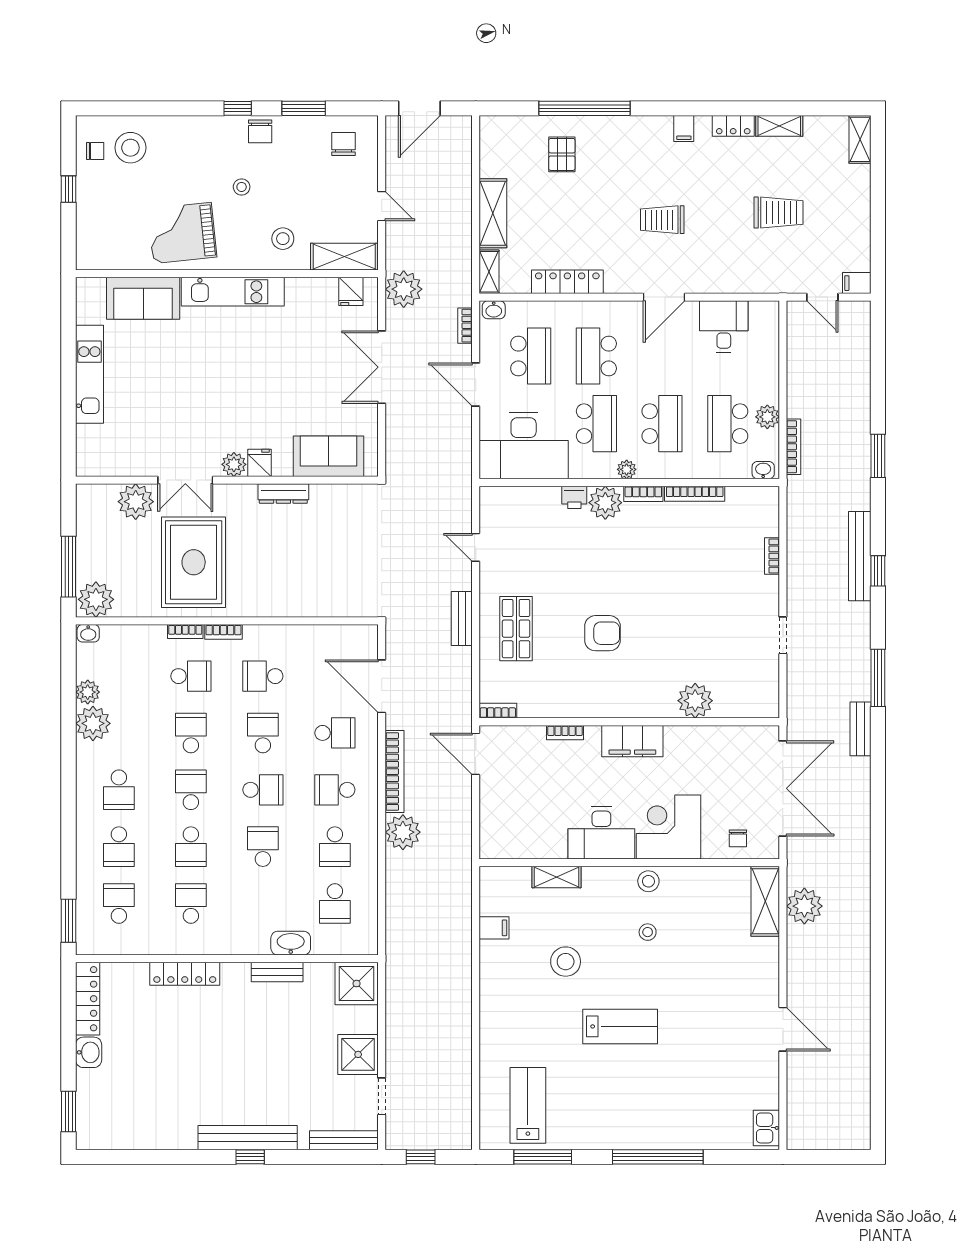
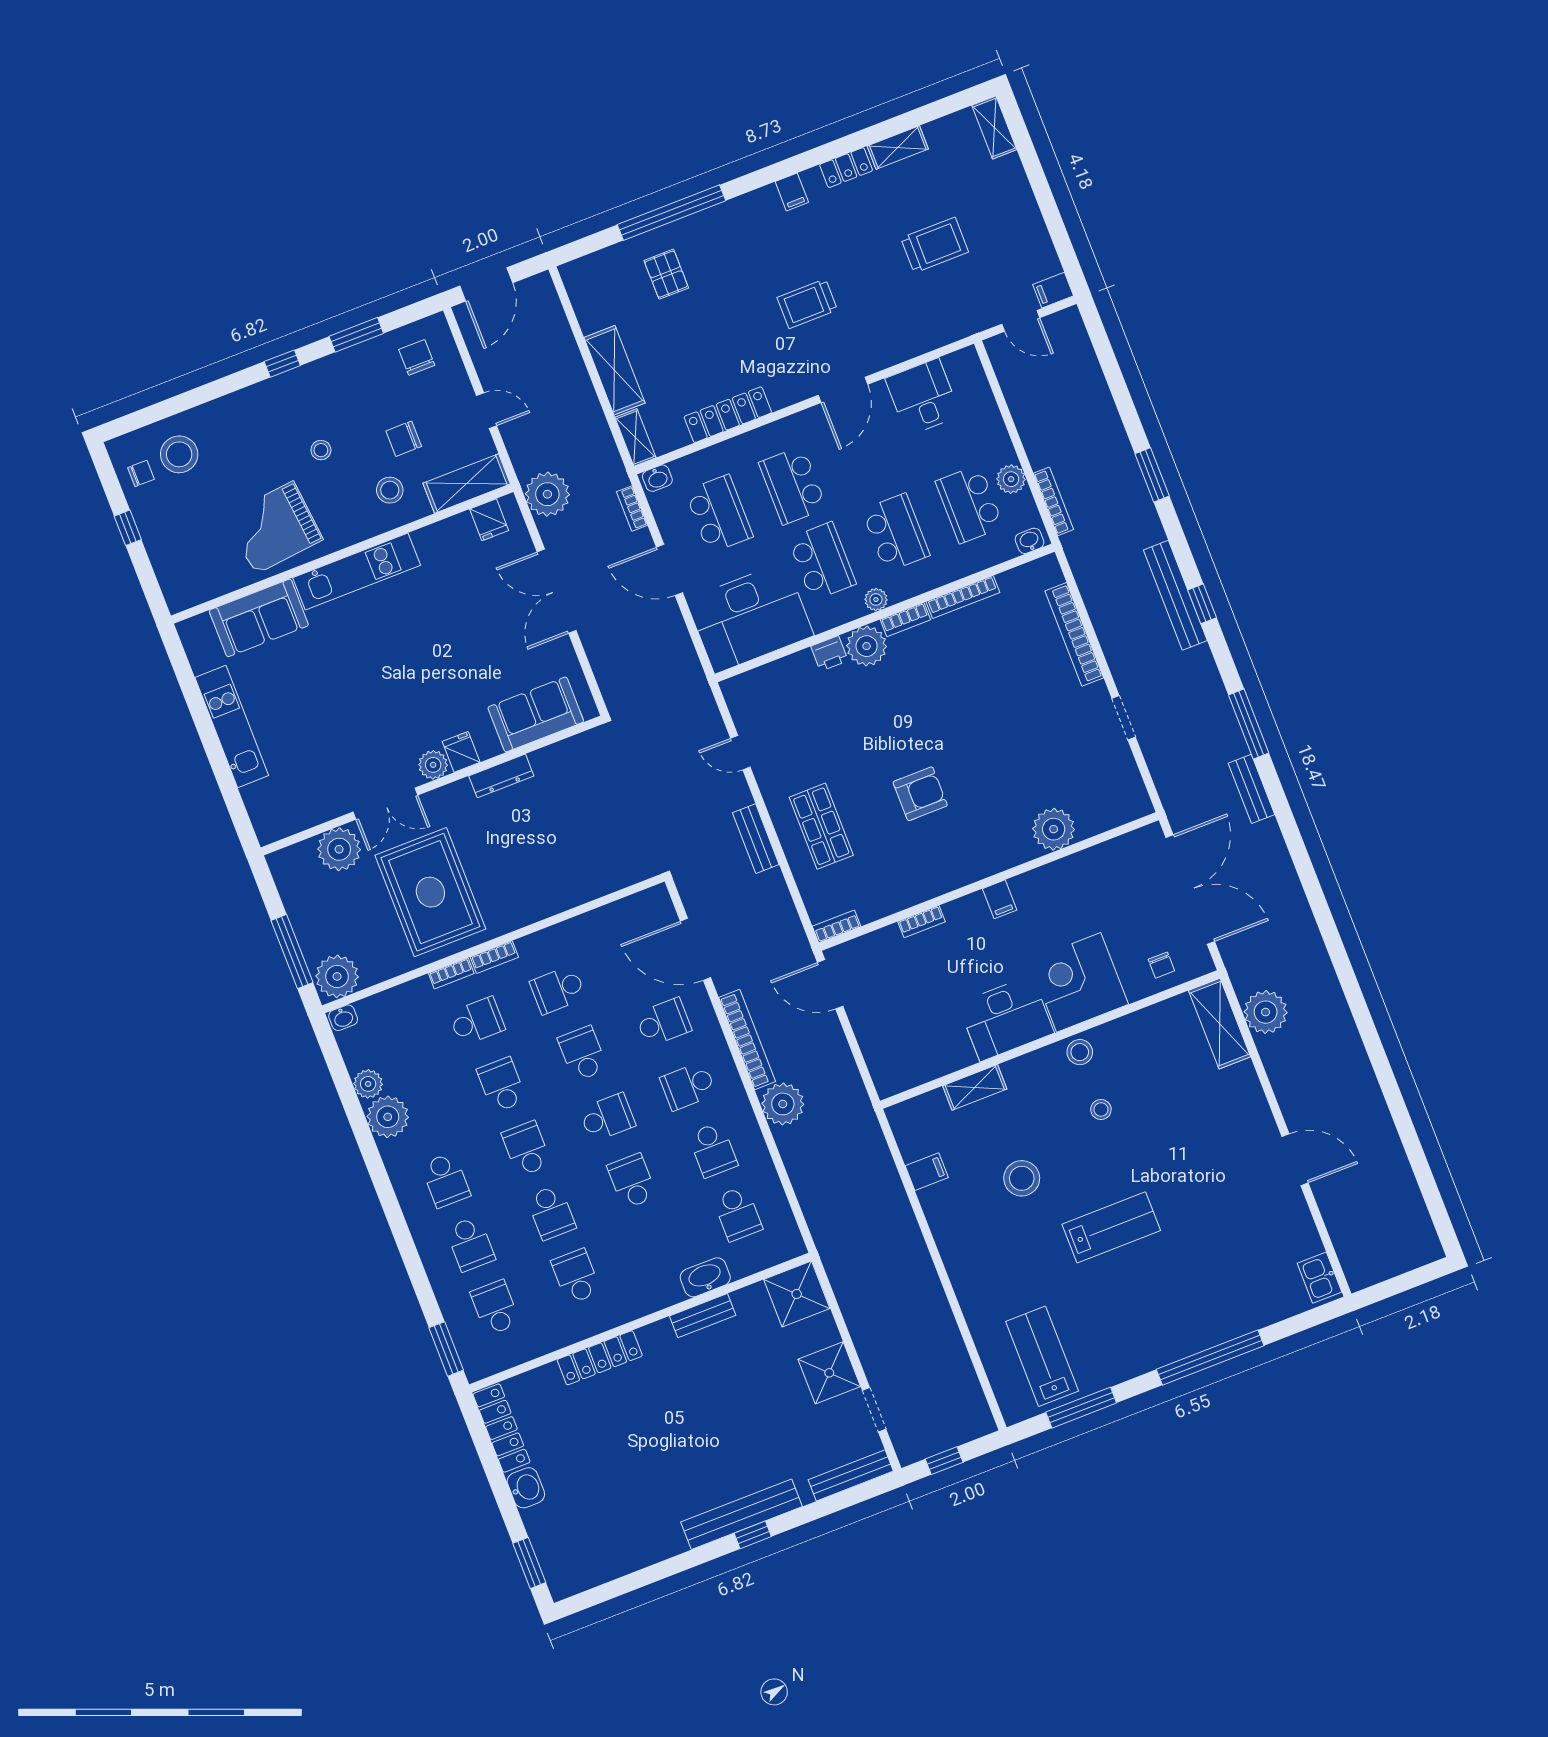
chair: (260, 131) -> (404, 439), moved, turned 90
bookcase: (772, 556) -> (1074, 634), width x2.31, depth x1.31
filing cabinet: (632, 741) -> (1000, 899), width x0.33, depth x0.86

